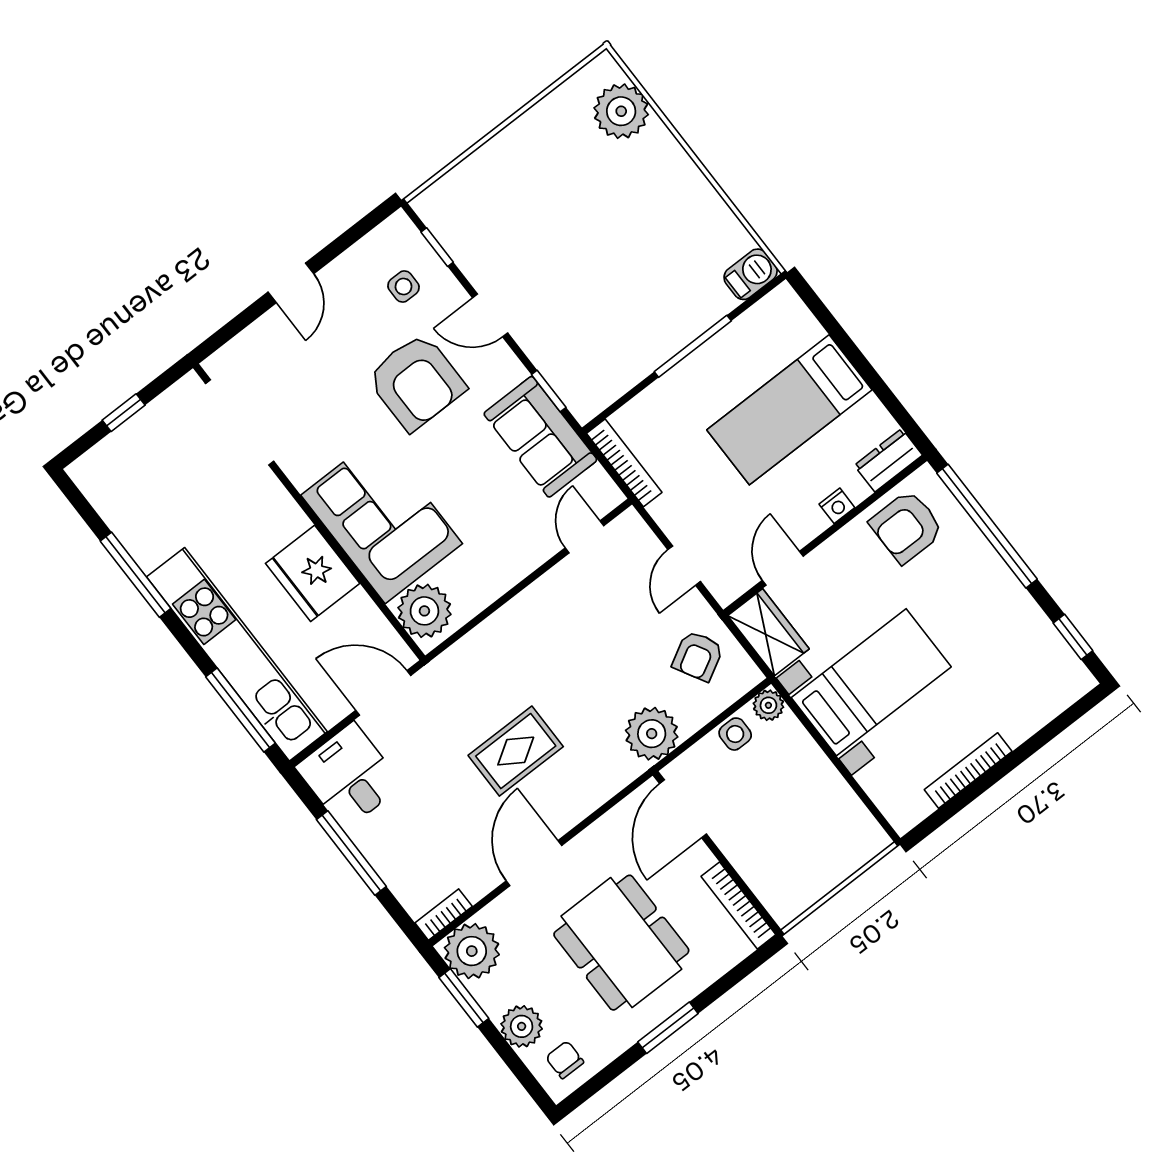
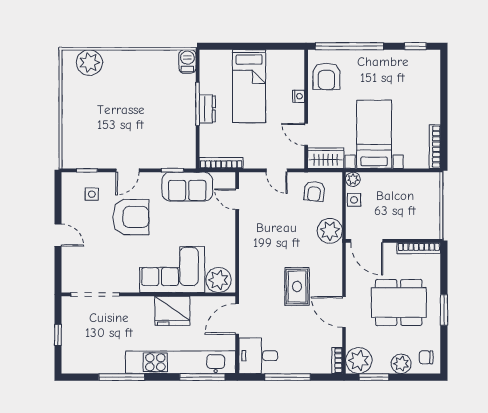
dresser: (888, 460) -> (207, 109), moved, turned 180
armchair: (698, 656) -> (314, 191), turned 35
bookcase: (968, 771) -> (435, 147), moved

